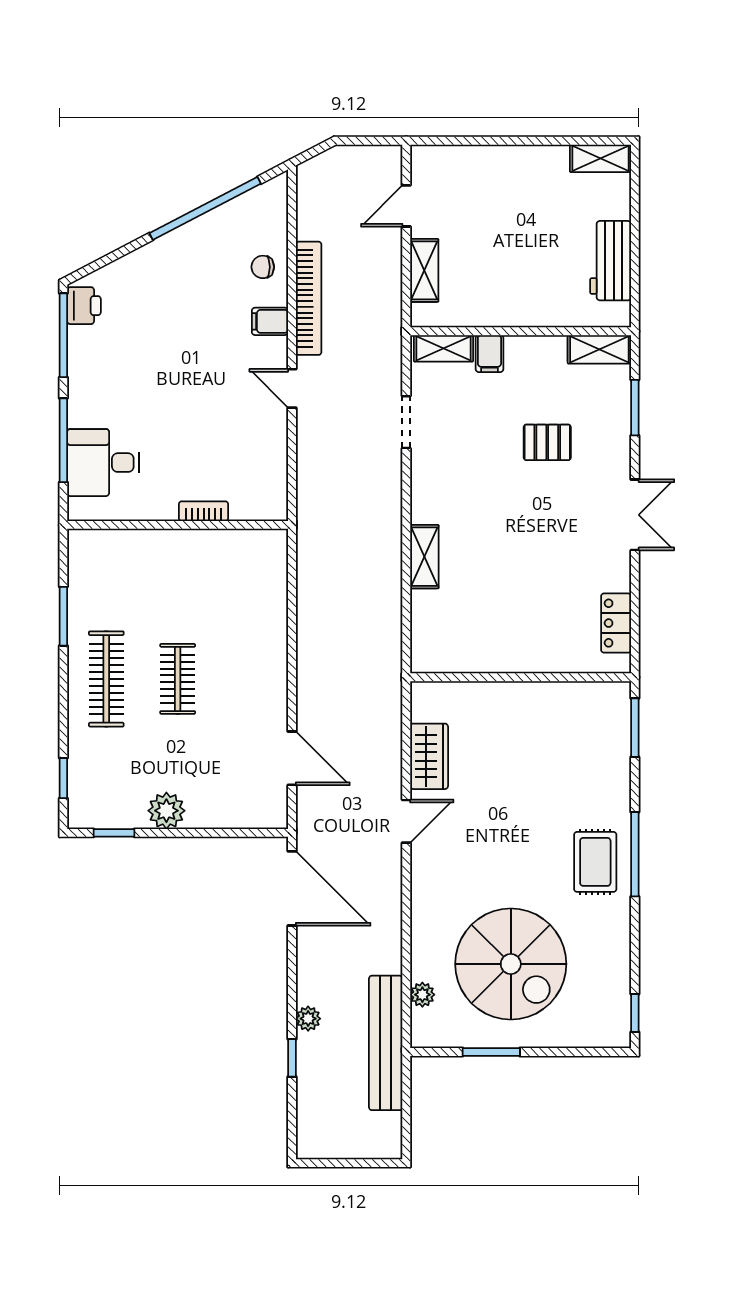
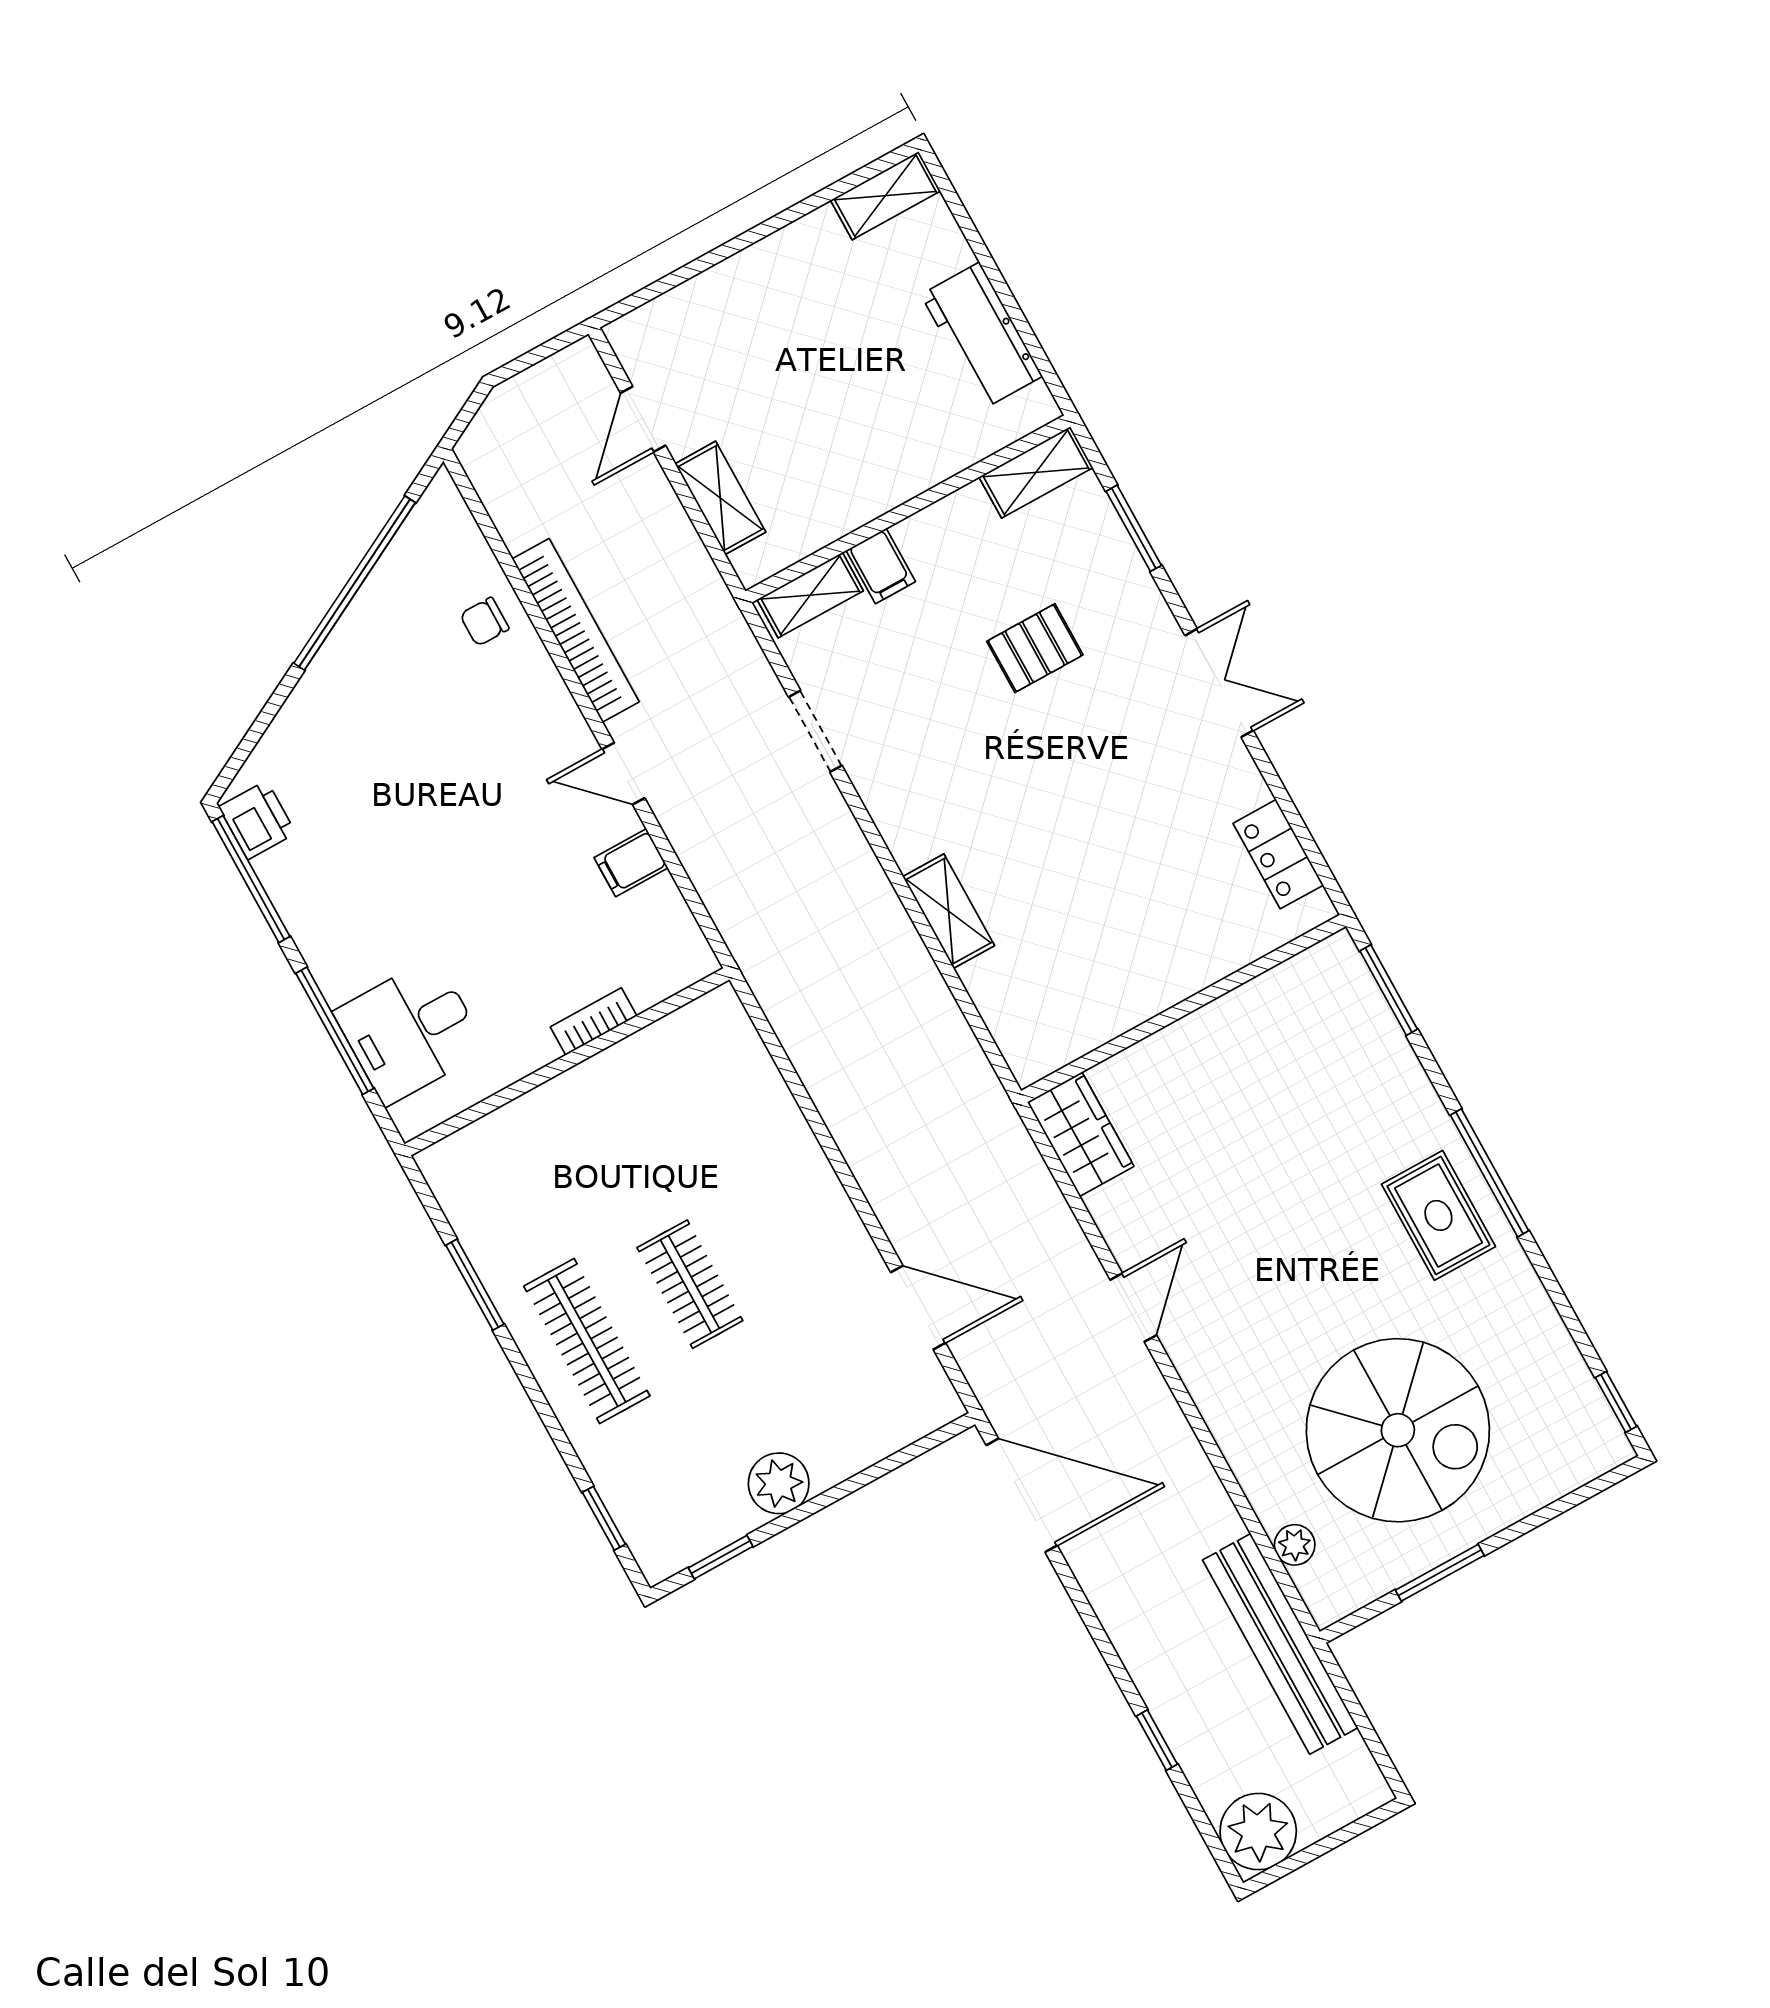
filing cabinet: (270, 321) -> (631, 863), moved
wardrobe: (429, 756) -> (1081, 1134), moved
plant: (308, 1019) -> (1258, 1832), moved, width x1.88, depth x1.88

